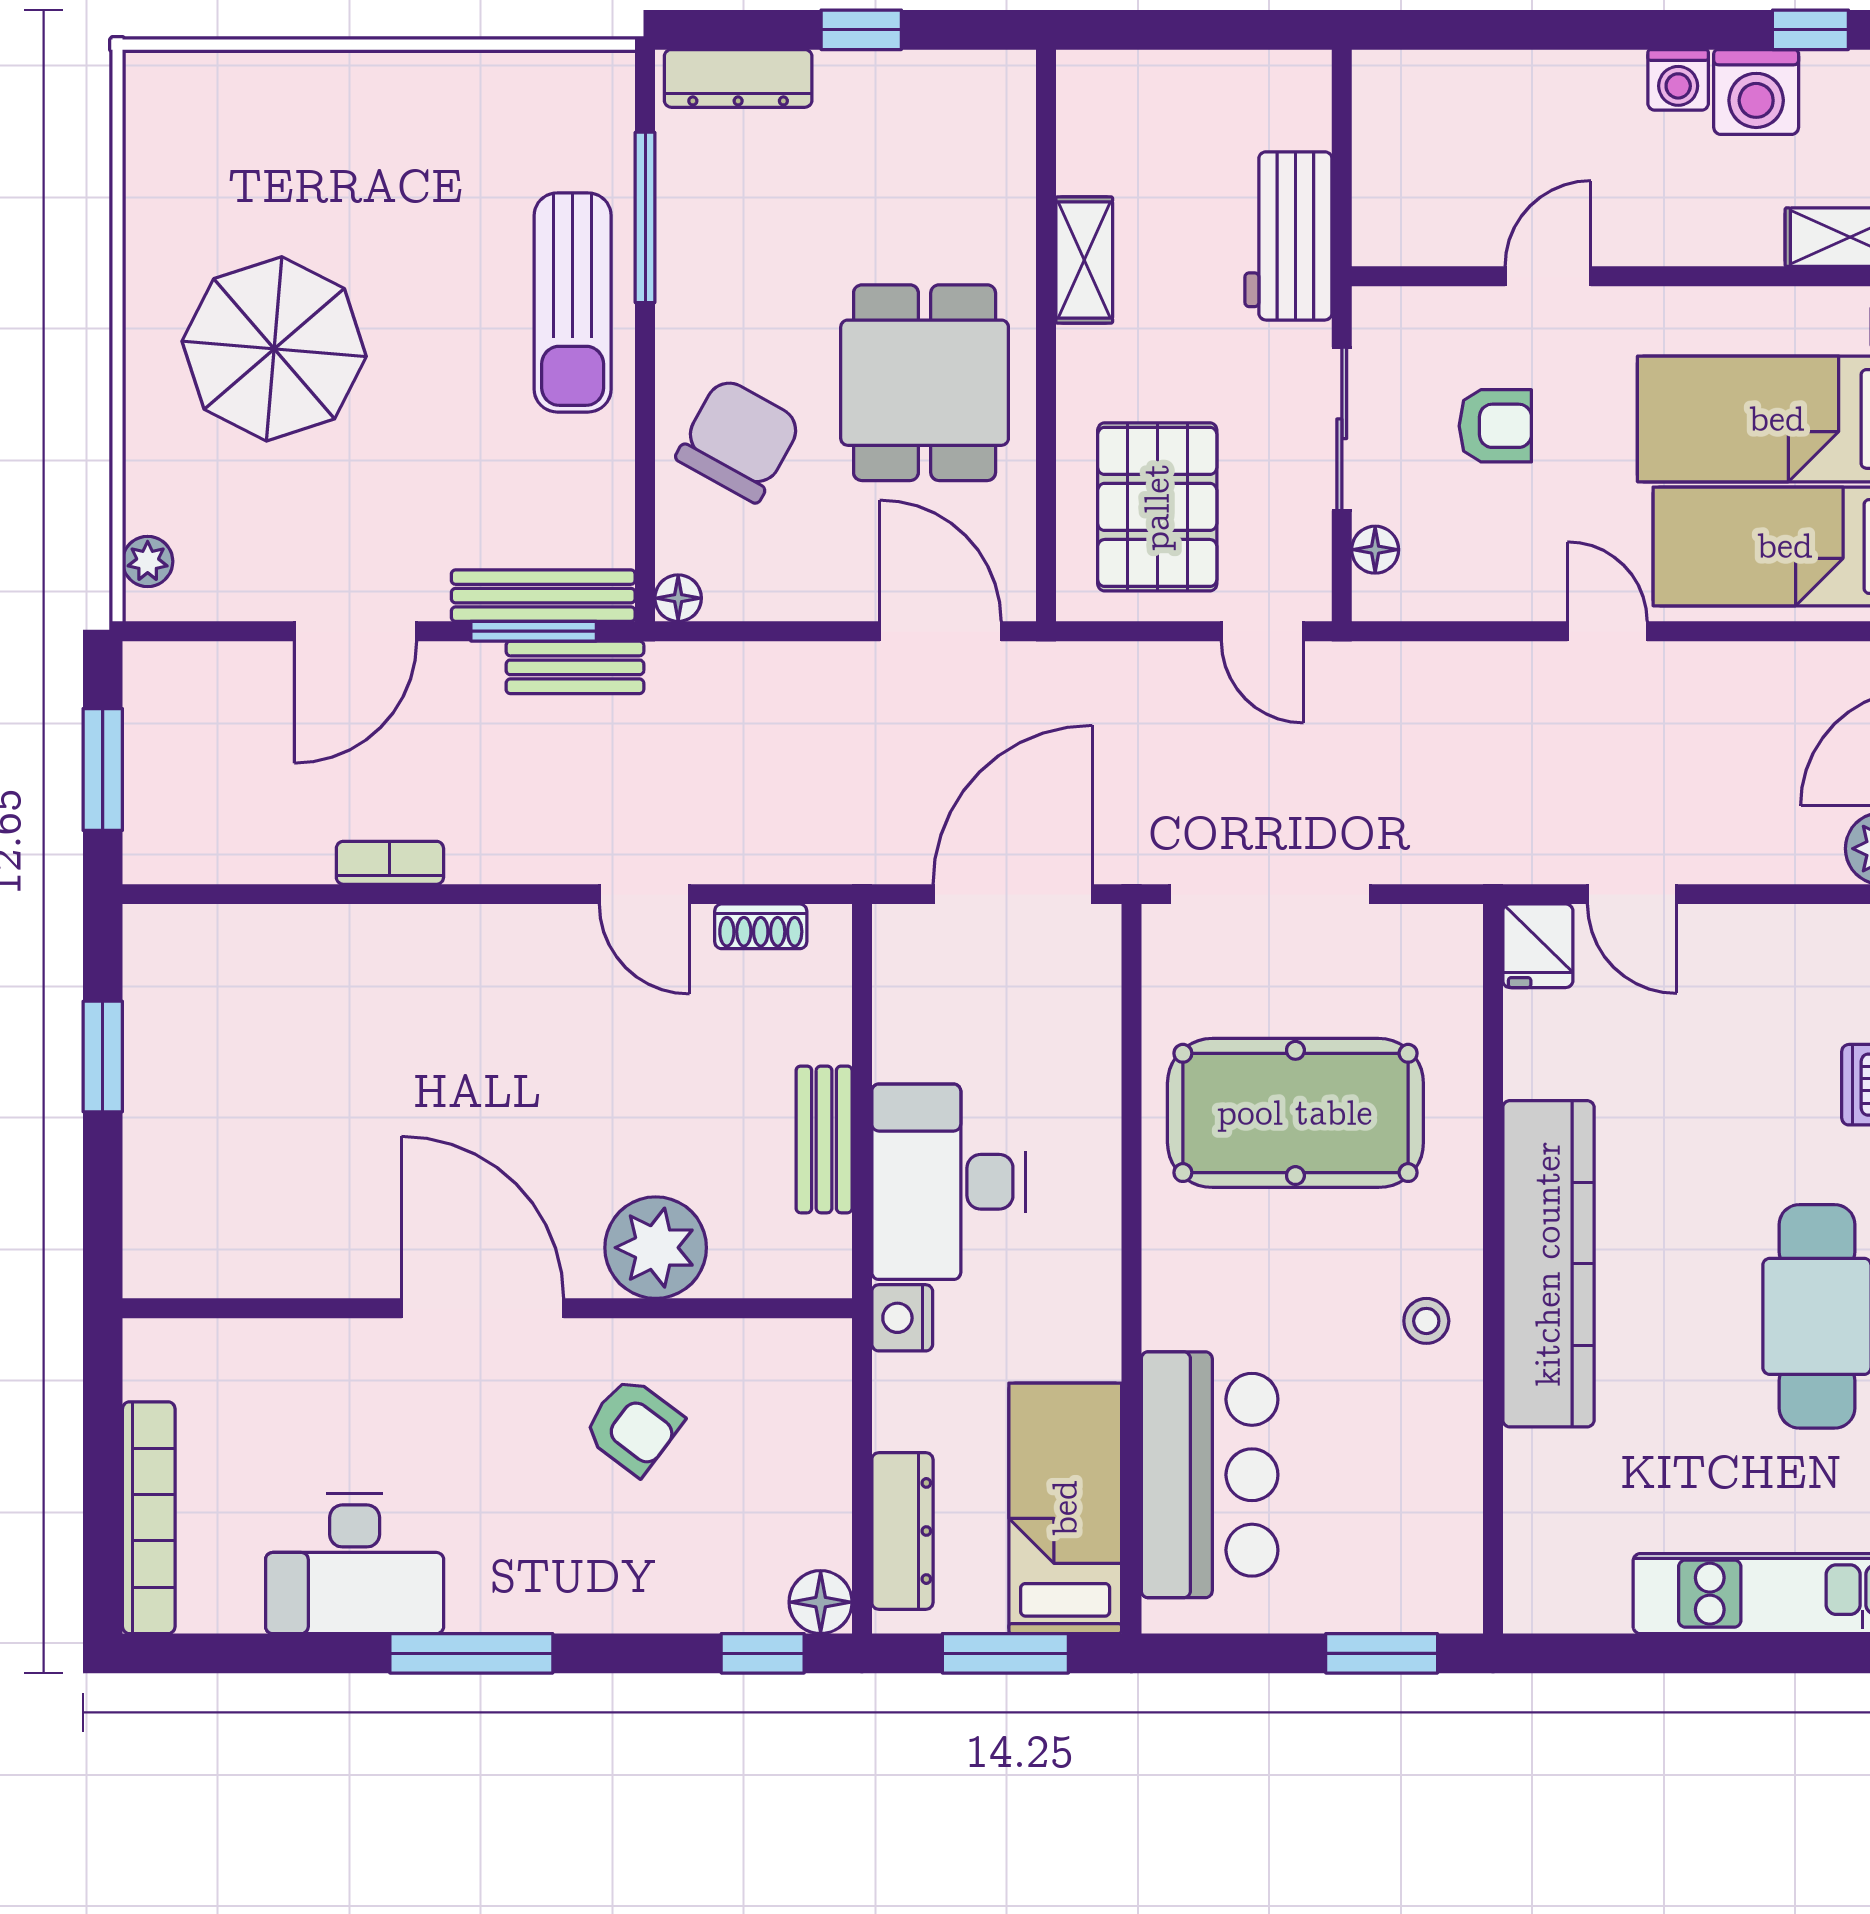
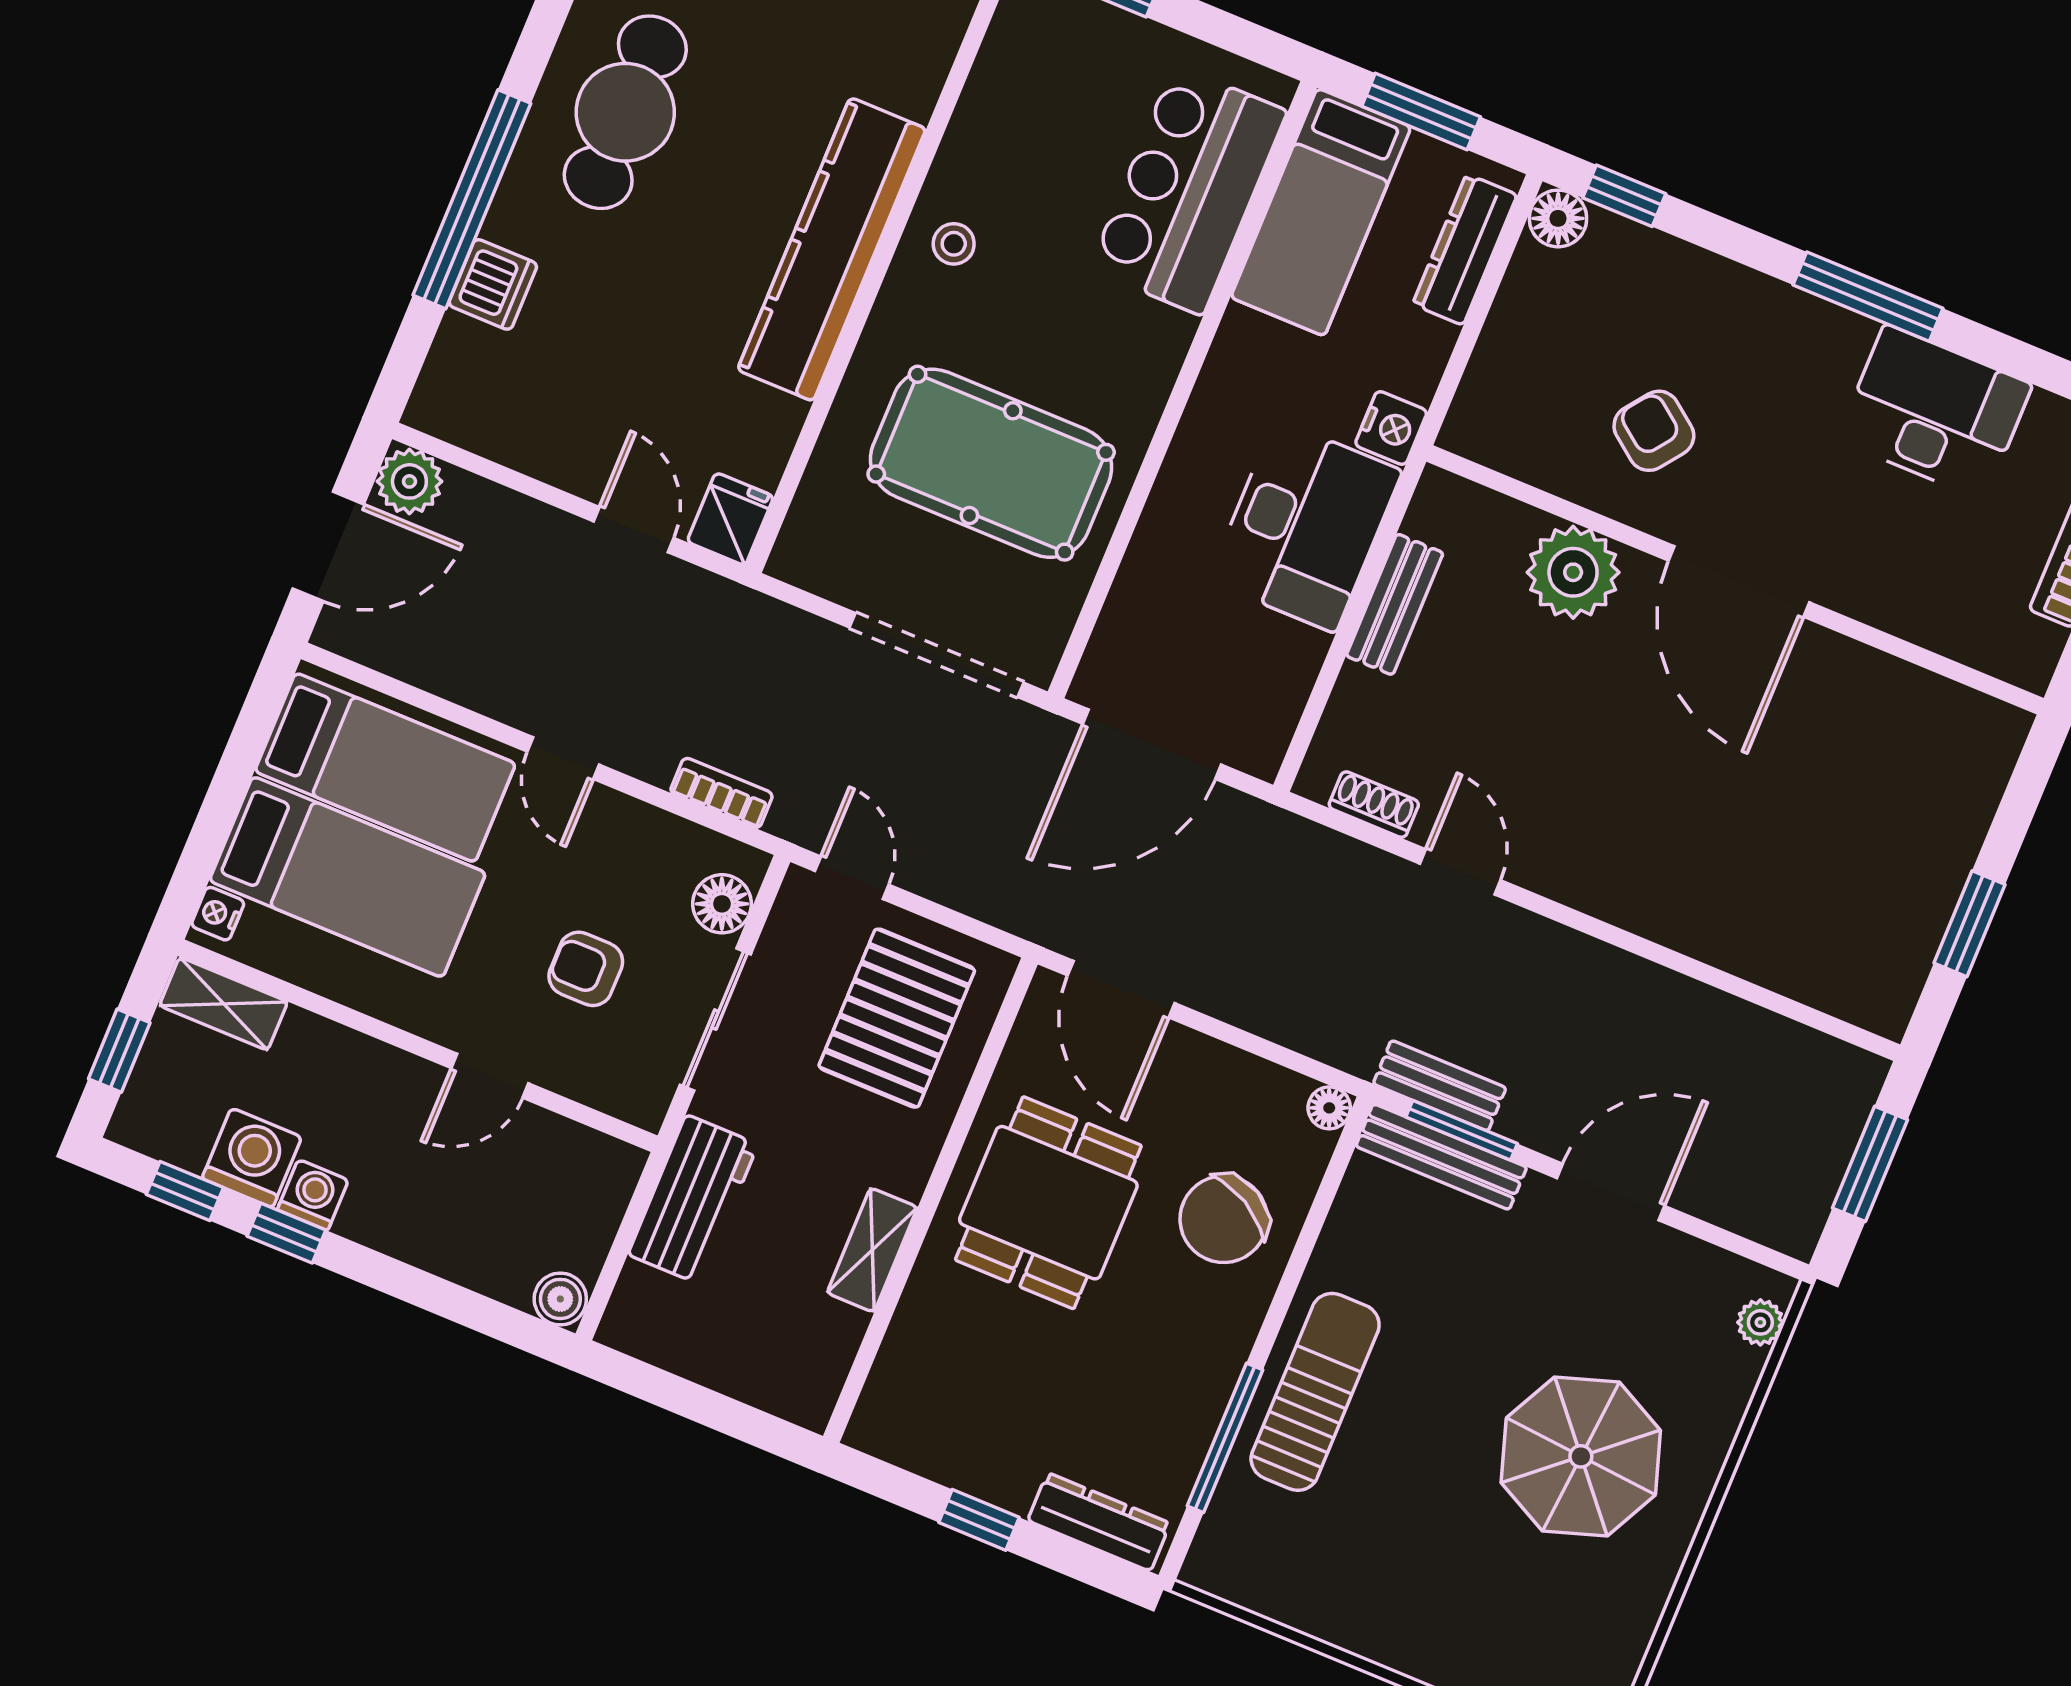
window: (1689, 30) -> (286, 1233), added
boiler: (1382, 78) -> (560, 1299), added
floor lamp: (1375, 550) -> (722, 904), width x1.37, depth x1.37
bookcase: (390, 863) -> (721, 793), moved, turned 180

